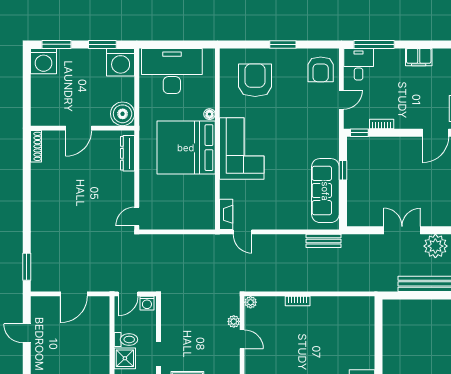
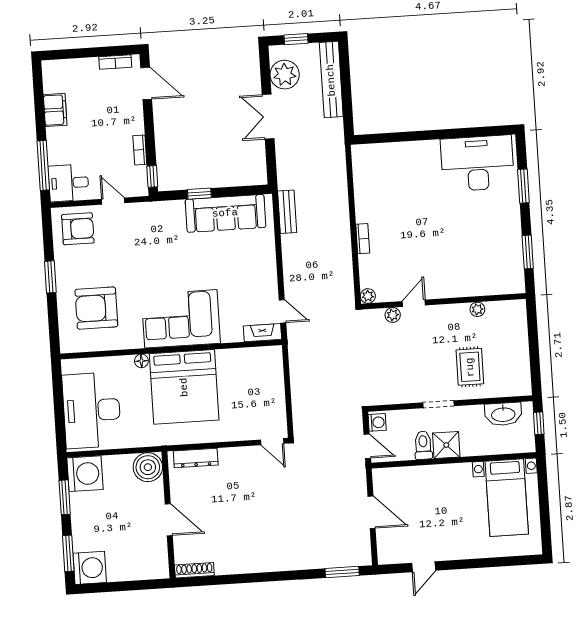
door: (243, 232) -> (283, 311), hinge flipped

